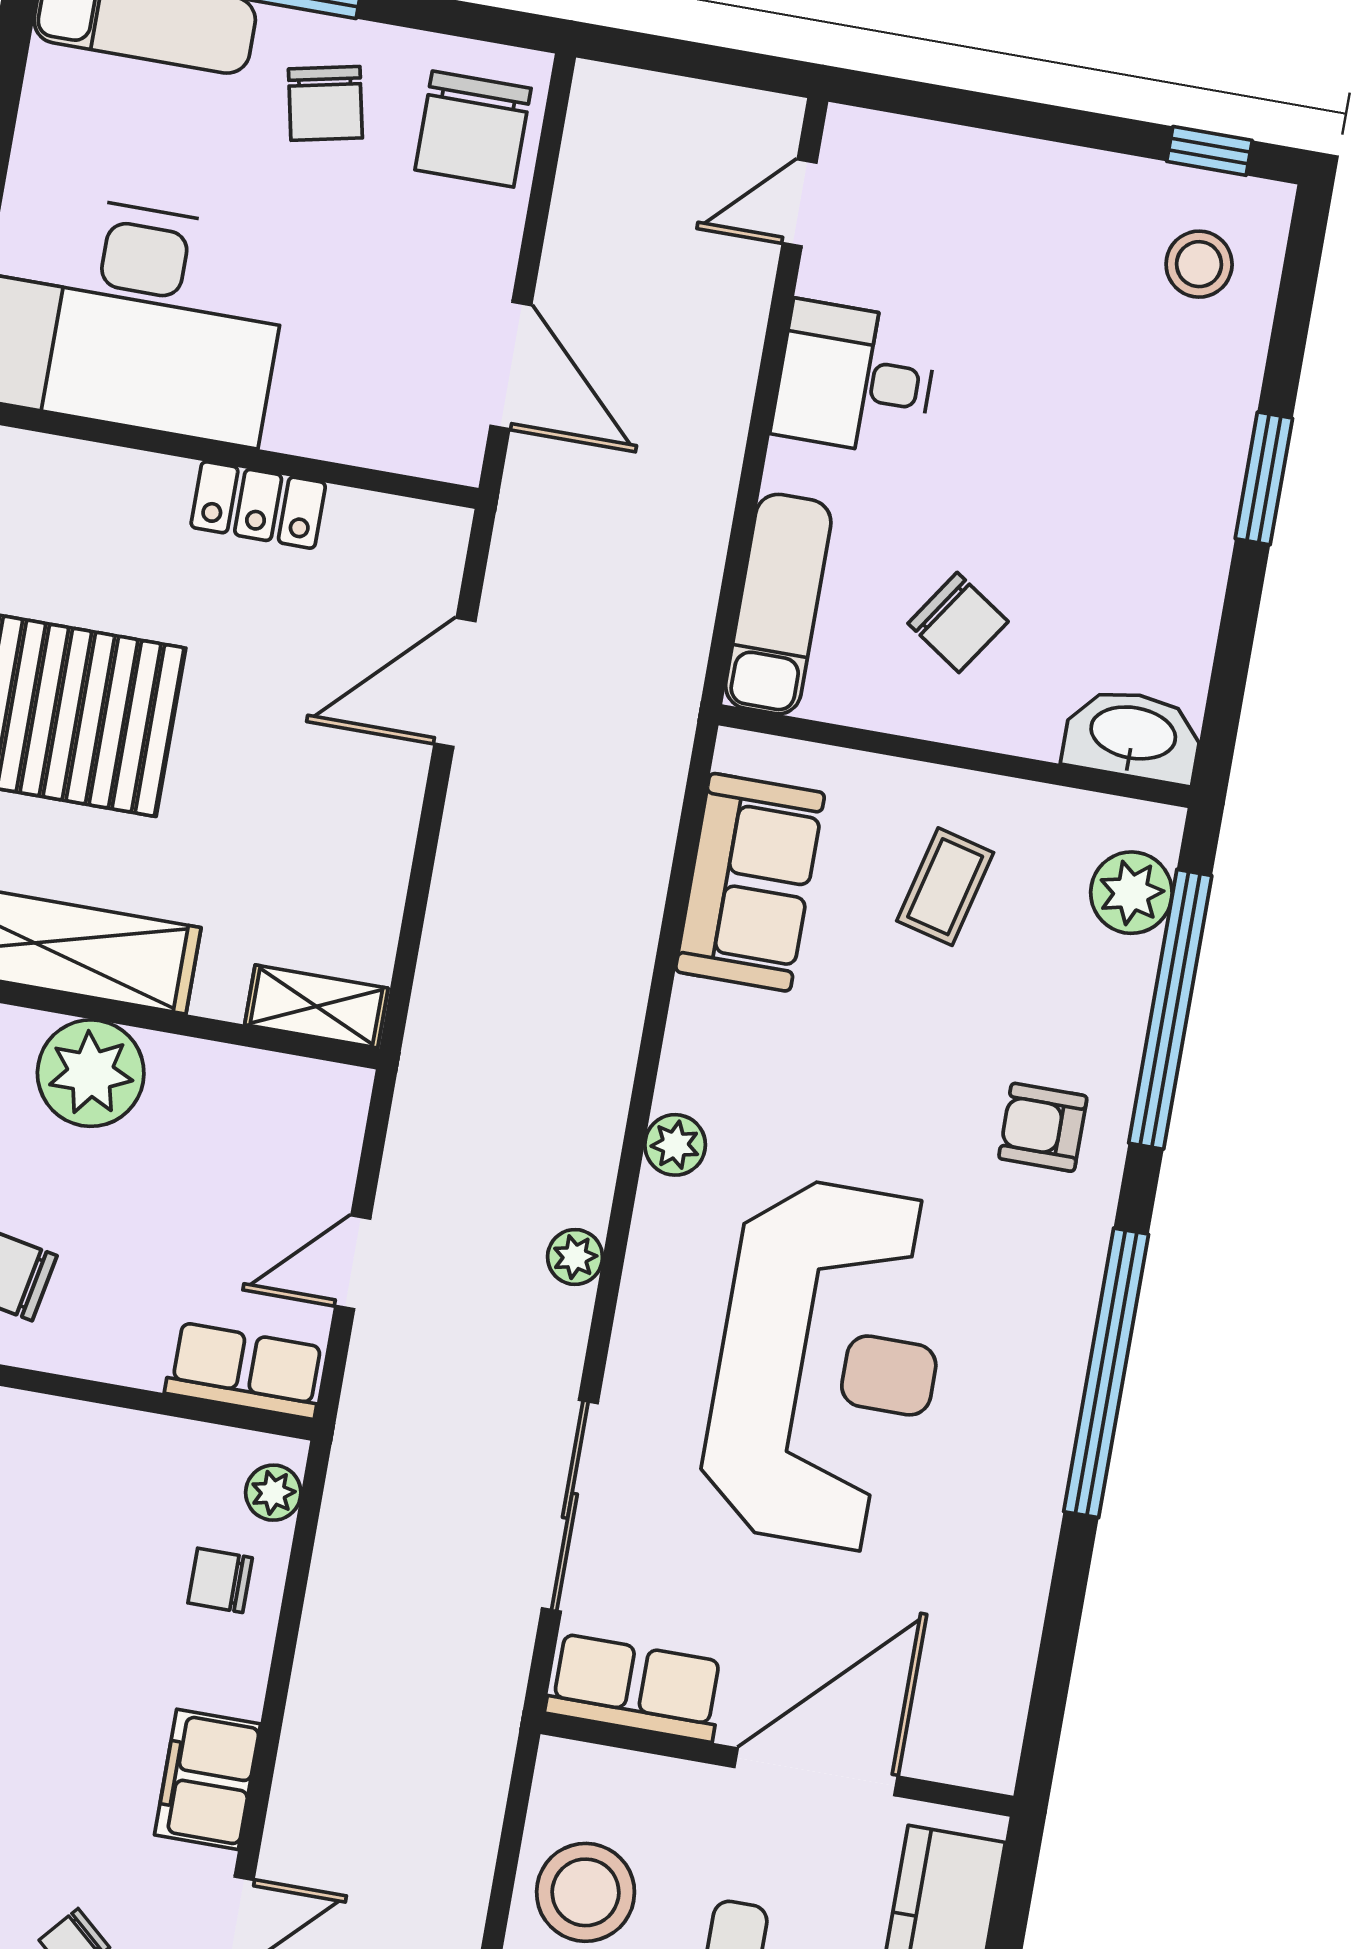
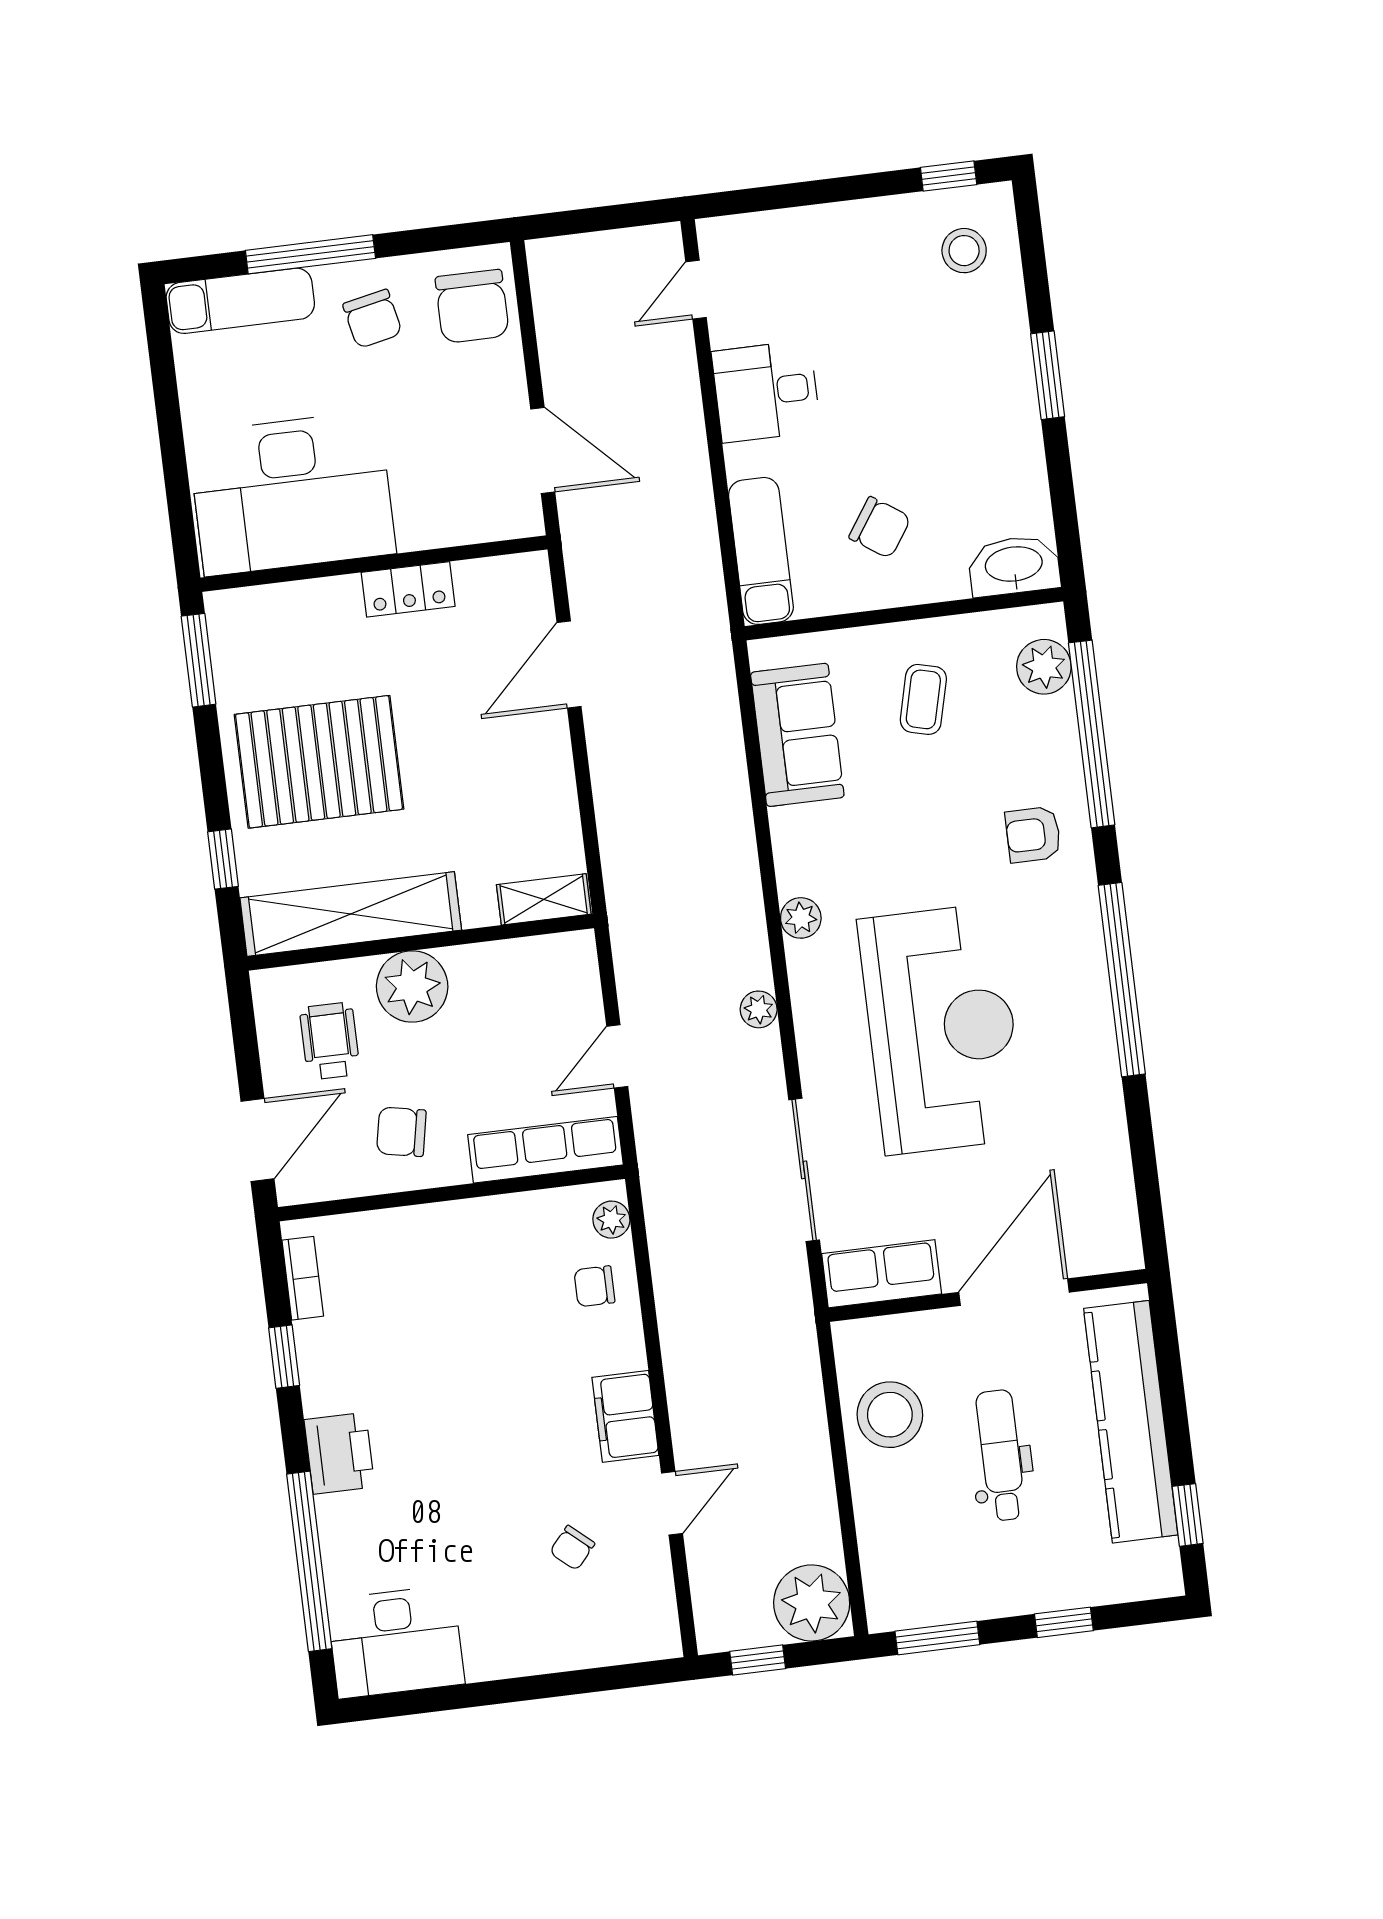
row of seats: (246, 1371) -> (545, 1150), width x1.48

